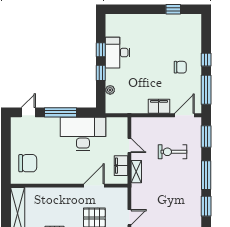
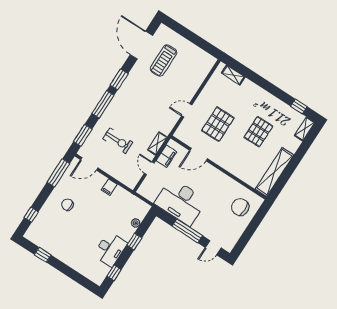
window: (101, 50) -> (114, 273), moved
window: (206, 60) -> (31, 215), moved
filing cabinet: (159, 106) -> (109, 187), width x0.50

